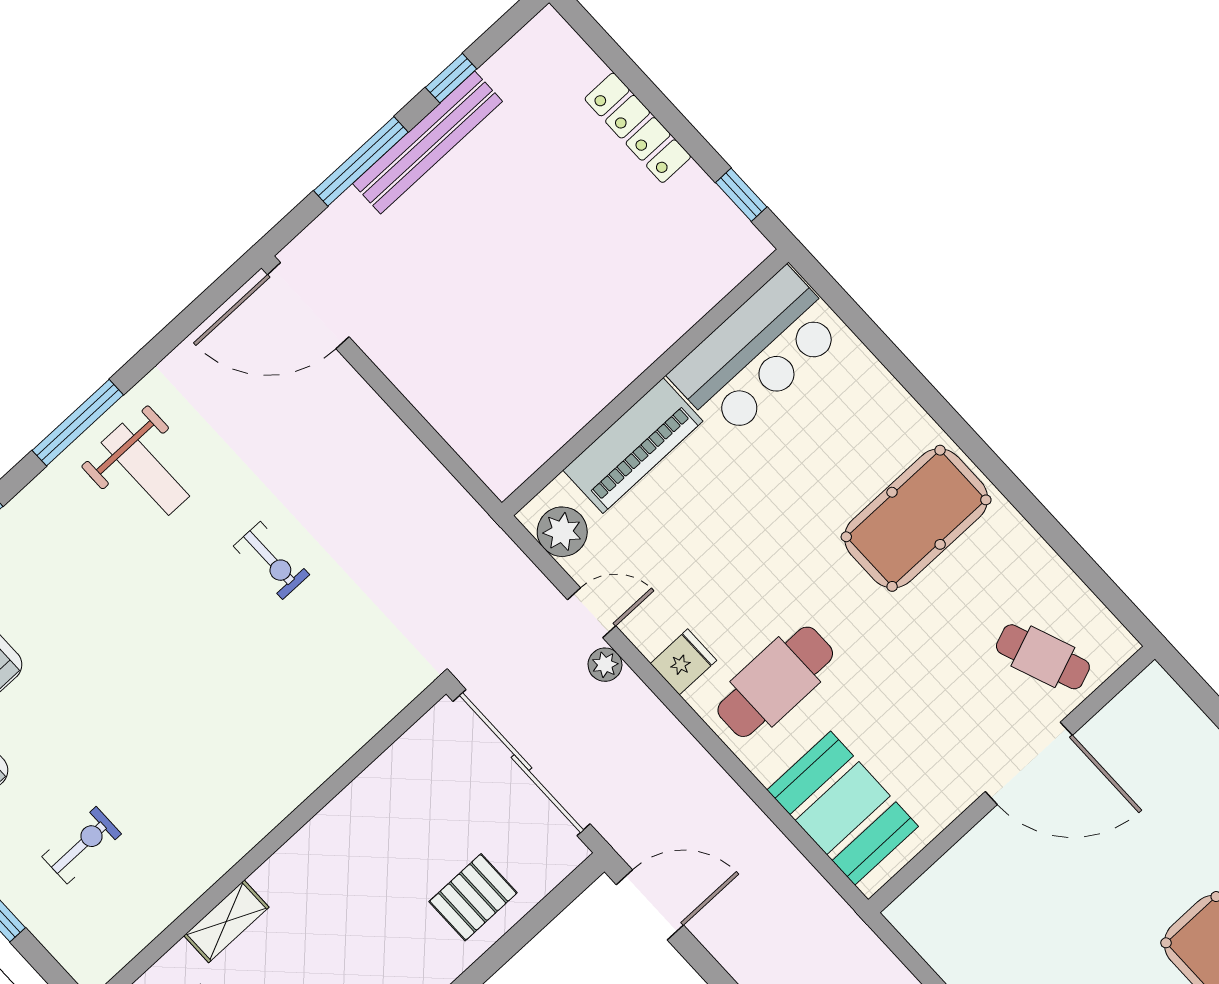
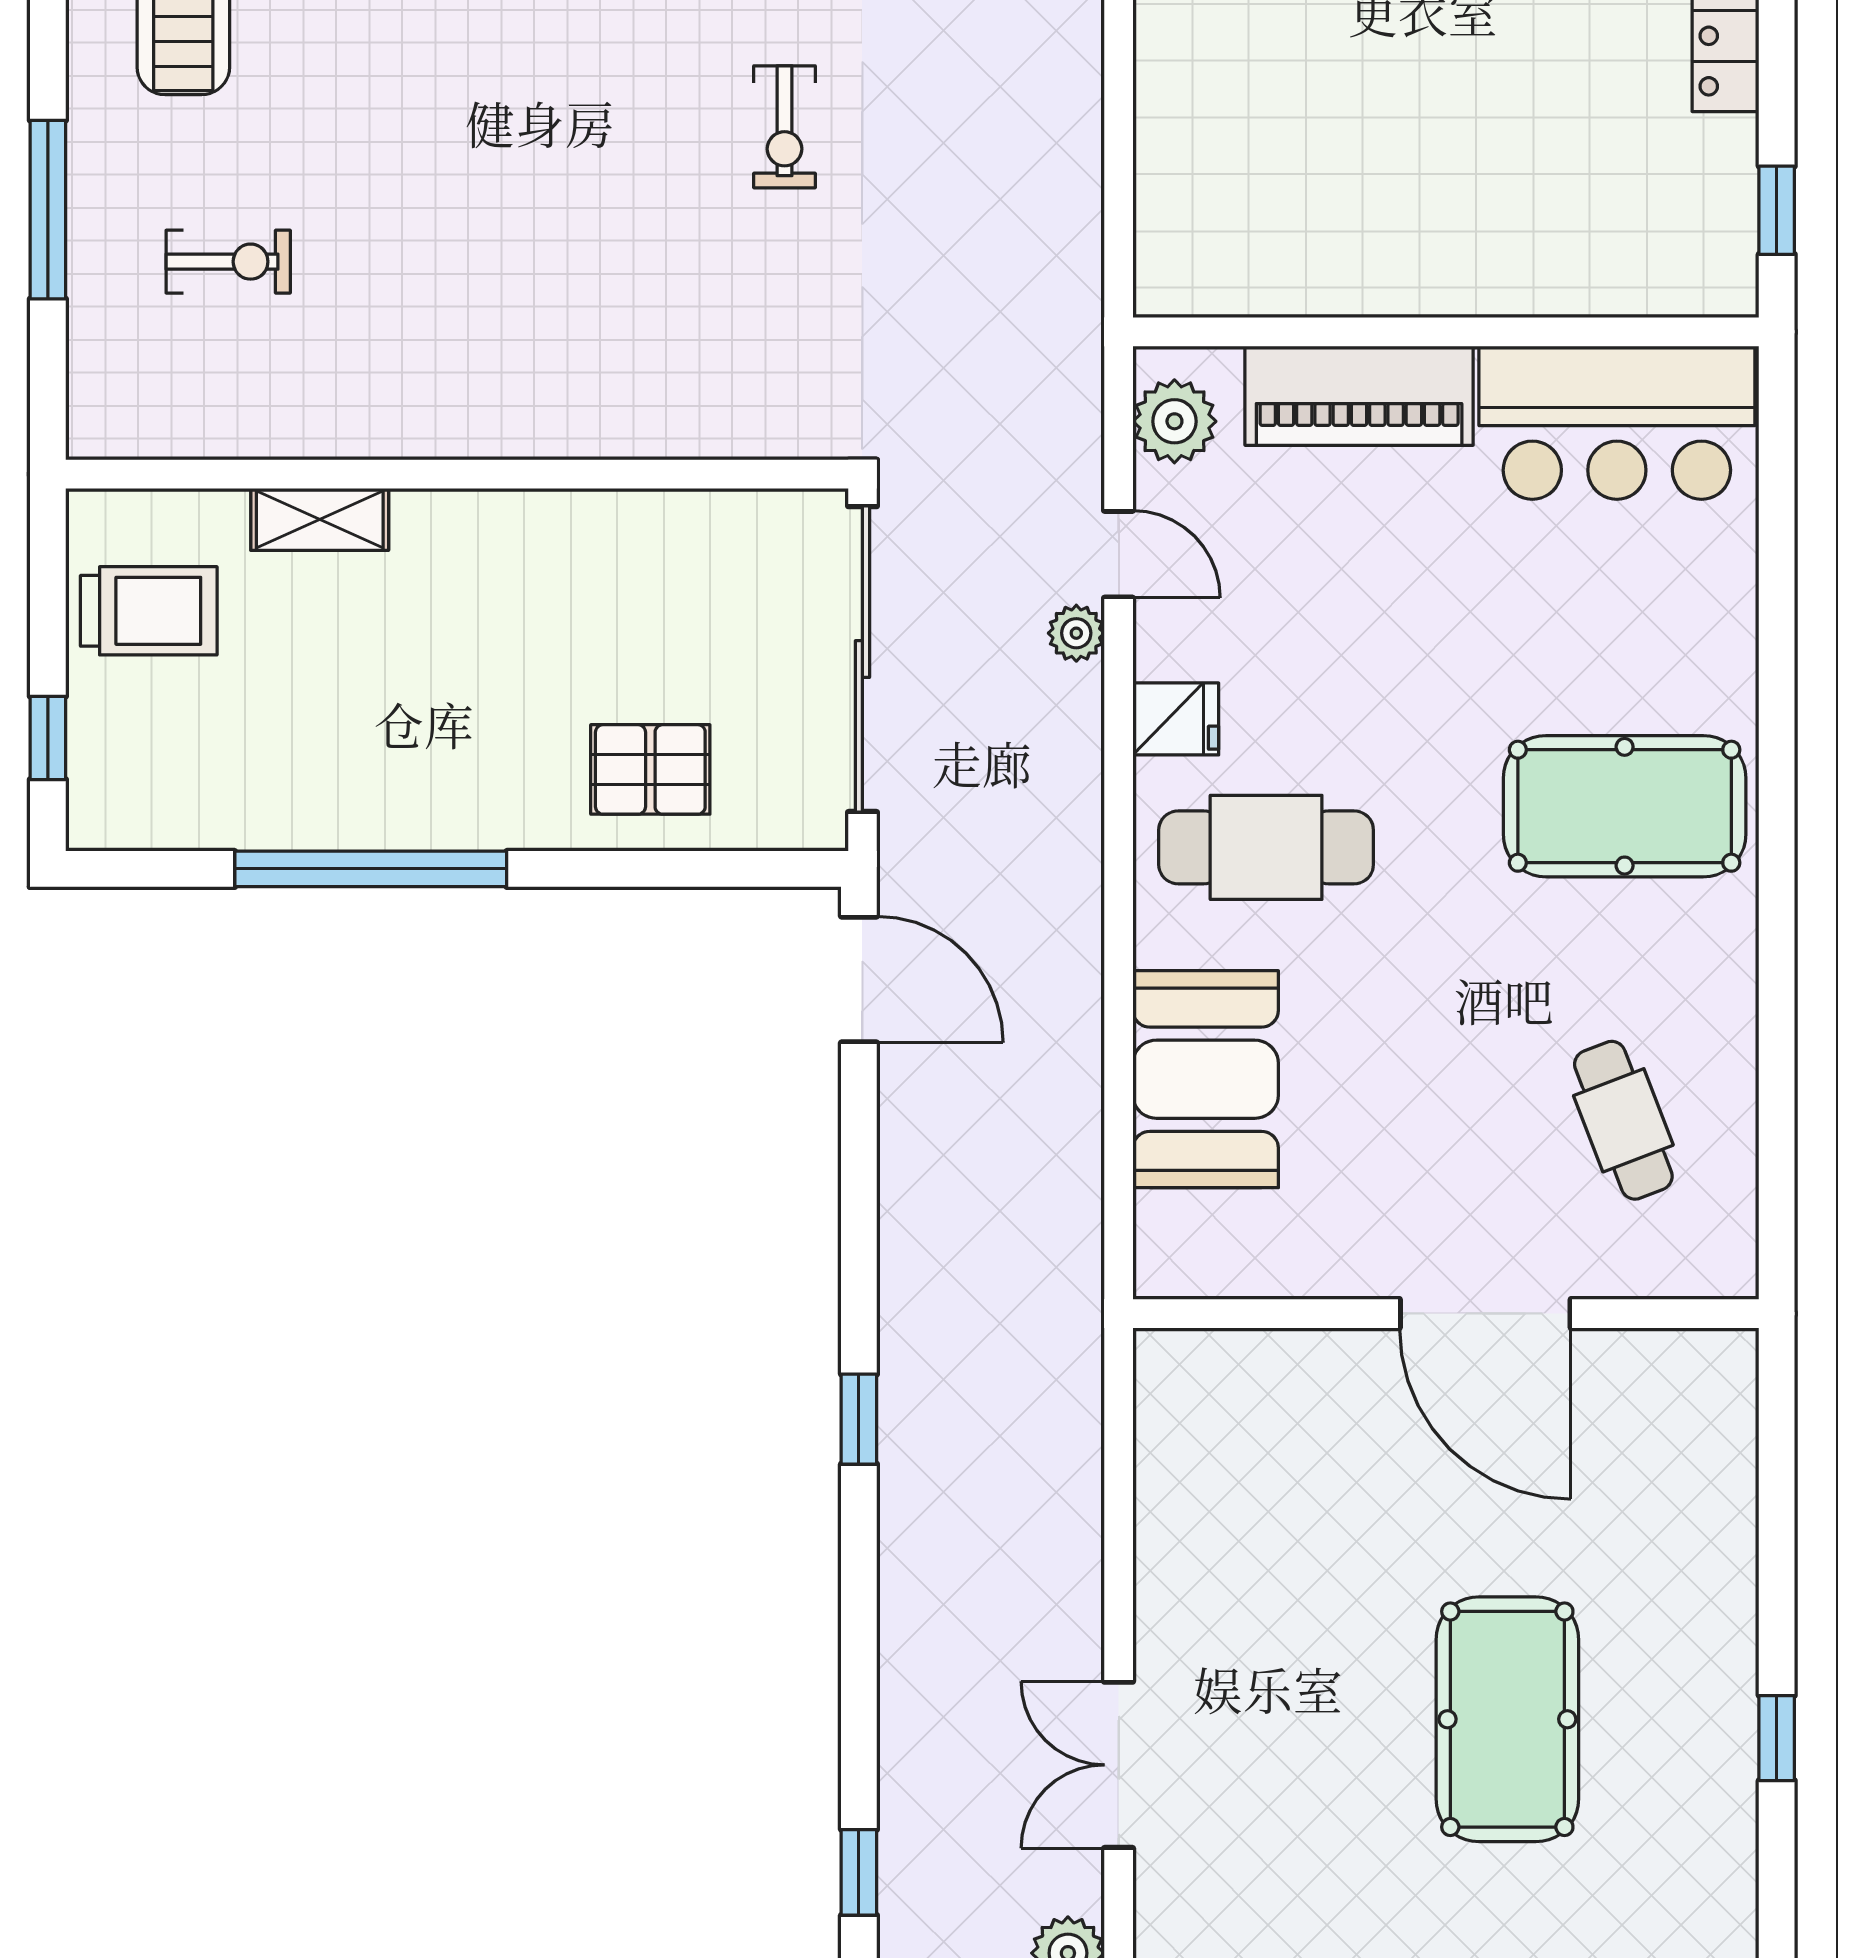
door: (1029, 763) -> (1485, 1314), moved
wall: (1012, 779) -> (1446, 1314), moved

